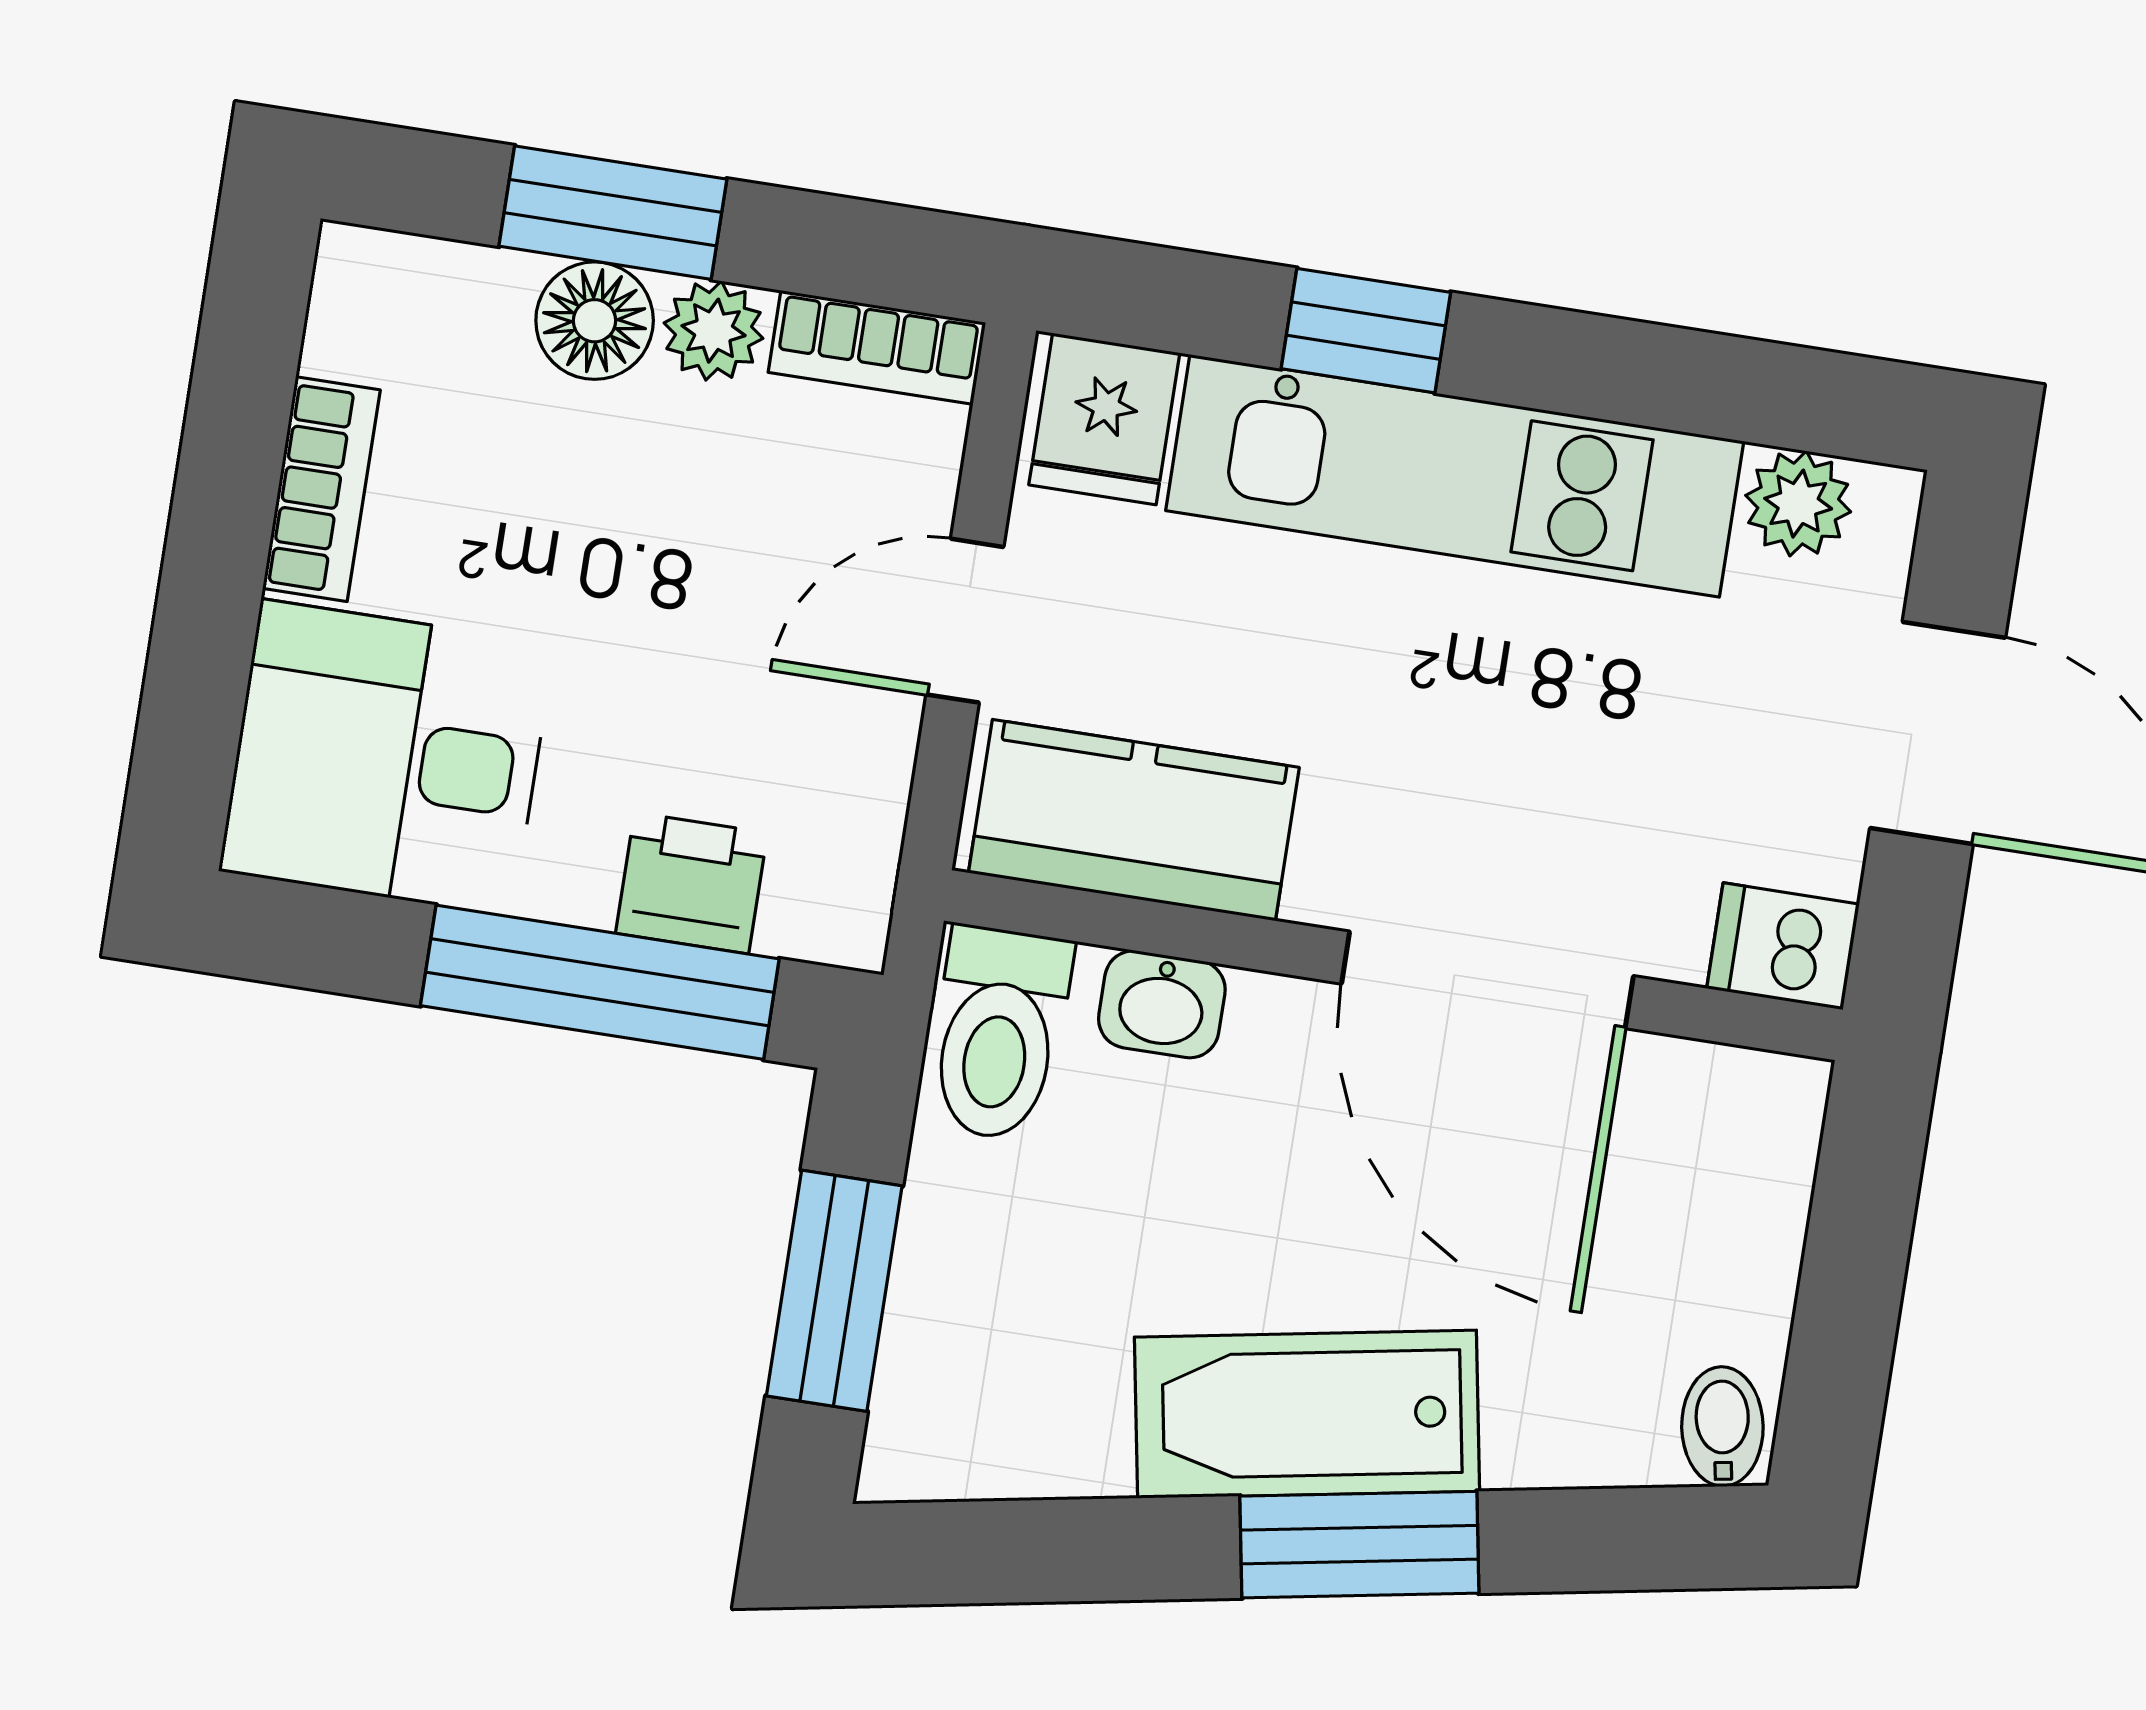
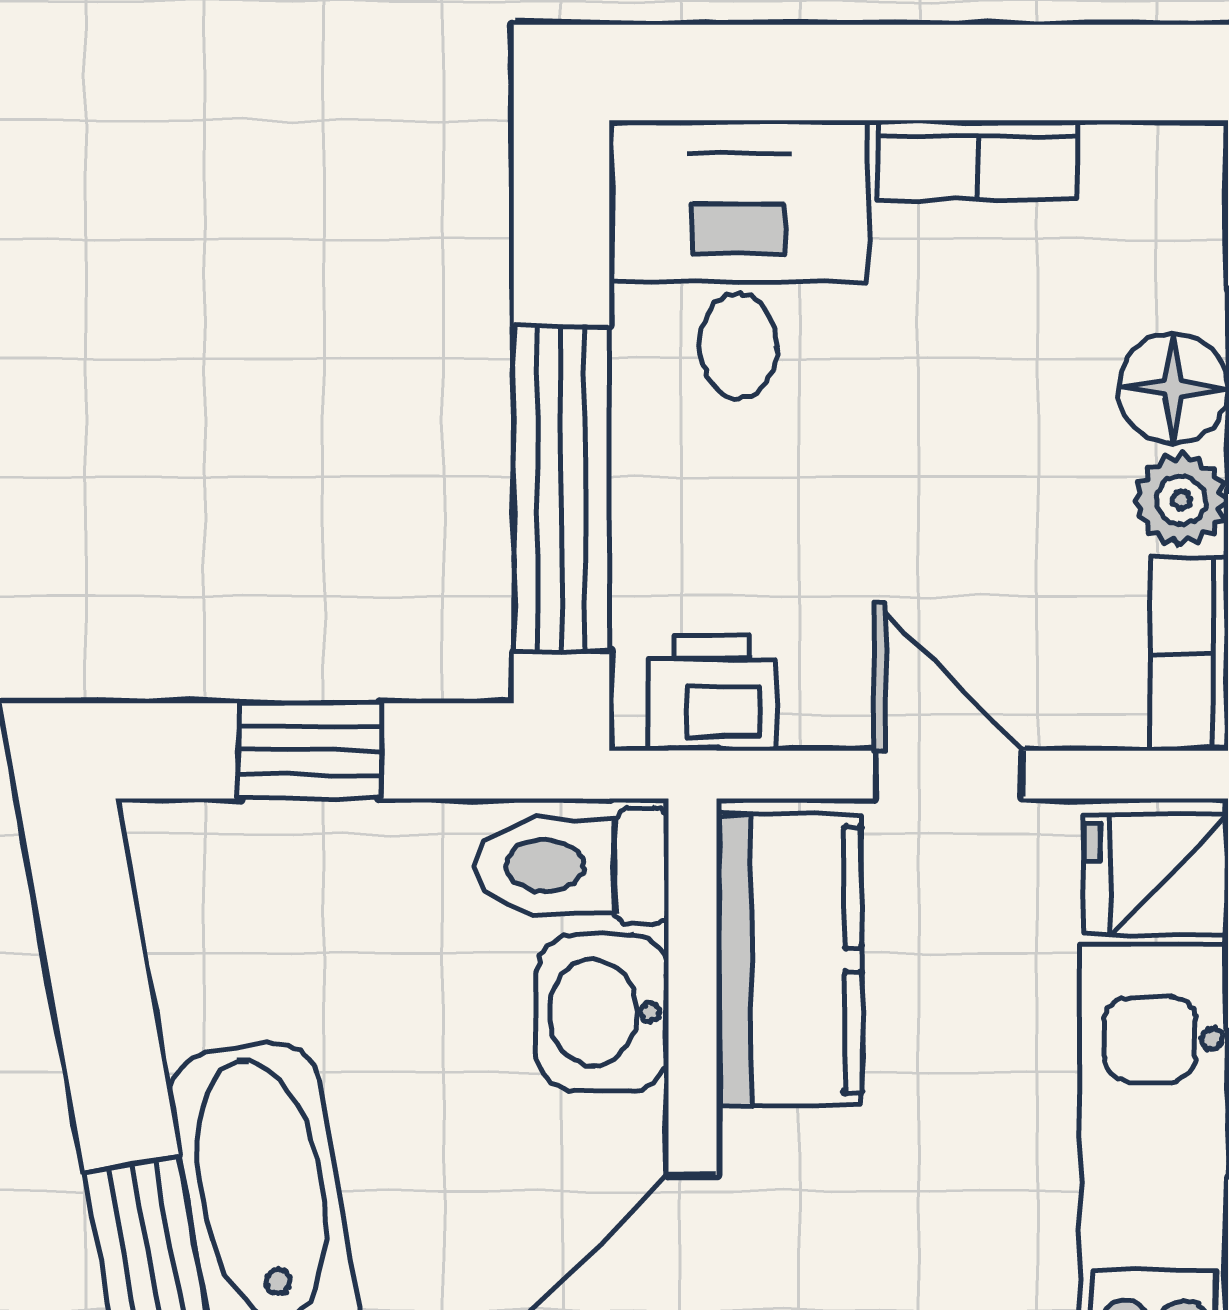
printer: (692, 883) -> (712, 693), moved, turned -90
washbasin: (1162, 1004) -> (602, 1012), width x1.38, depth x1.45
window: (834, 1291) -> (310, 751), width x0.67

